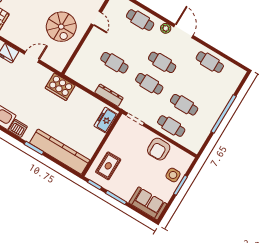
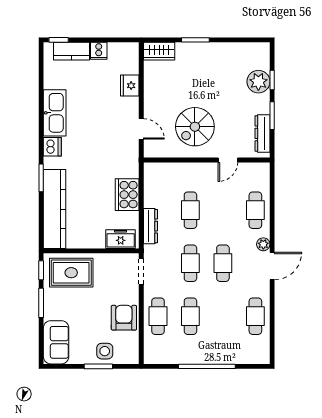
door: (32, 57) -> (141, 129), moved
cooker: (60, 87) -> (127, 195), moved
armchair: (159, 149) -> (124, 318), turned 90
rug: (108, 166) -> (71, 273), width x1.36, depth x1.43

